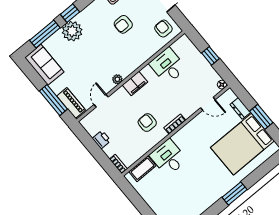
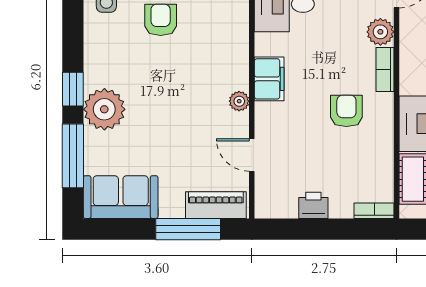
armchair: (123, 24) -> (161, 20), turned 180
plant: (187, 111) -> (380, 32), added
armchair: (147, 123) -> (346, 111), turned 90

